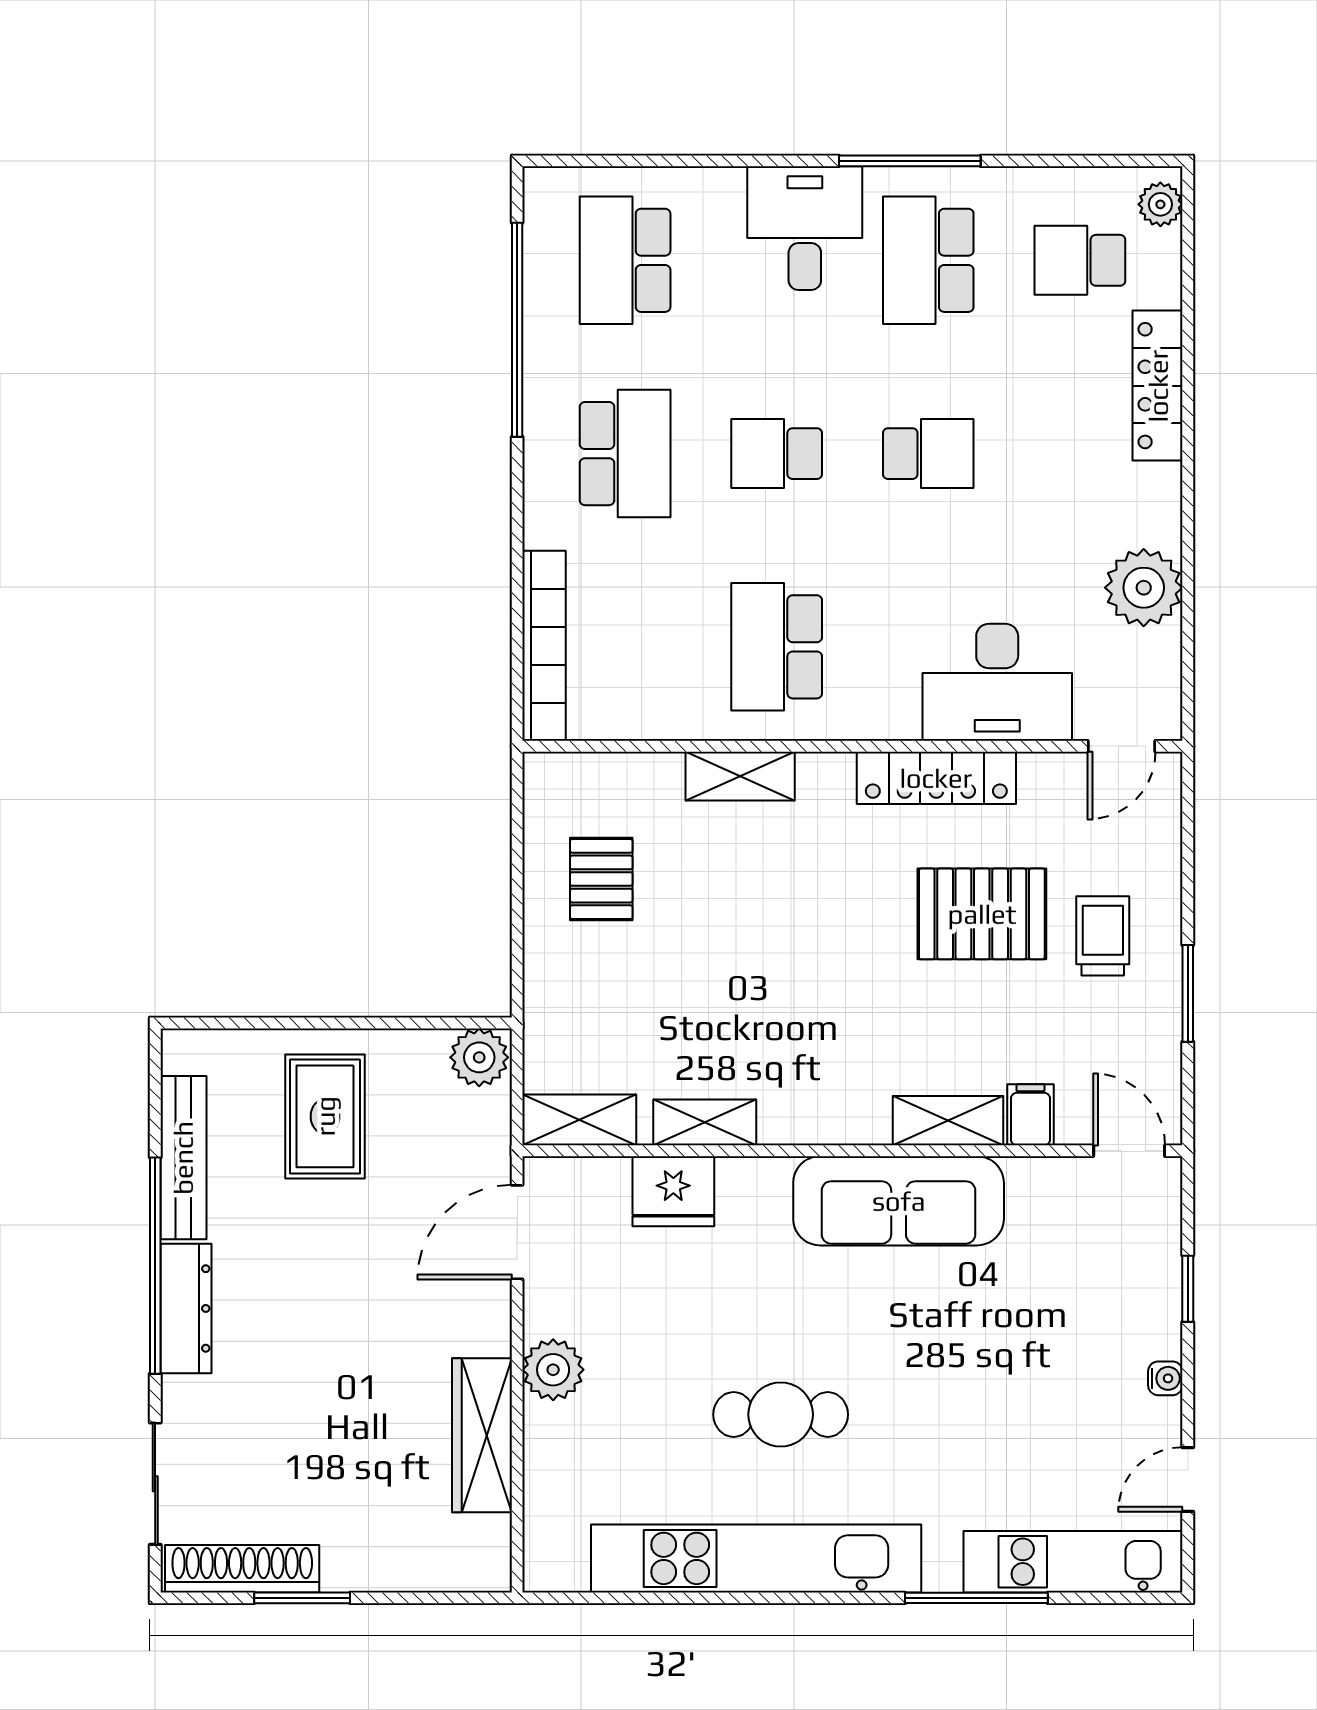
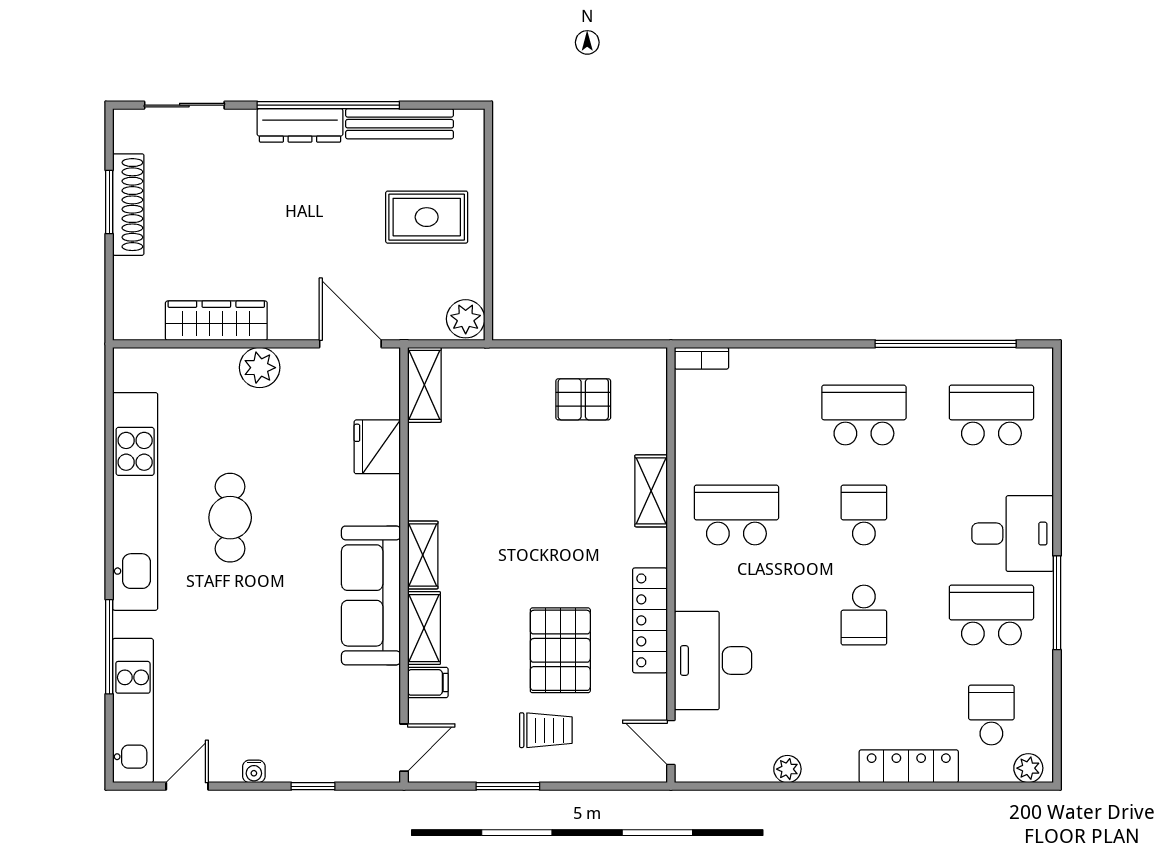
school desk: (625, 454) -> (864, 415), turned 180
plant: (1144, 588) -> (787, 769), width x0.53, depth x0.53
bookcase: (544, 646) -> (701, 358), width x0.43, depth x0.76
shelving: (705, 1122) -> (423, 555), moved
door: (1188, 1479) -> (187, 786), hinge flipped
shoe rack: (242, 1569) -> (128, 205), moved

